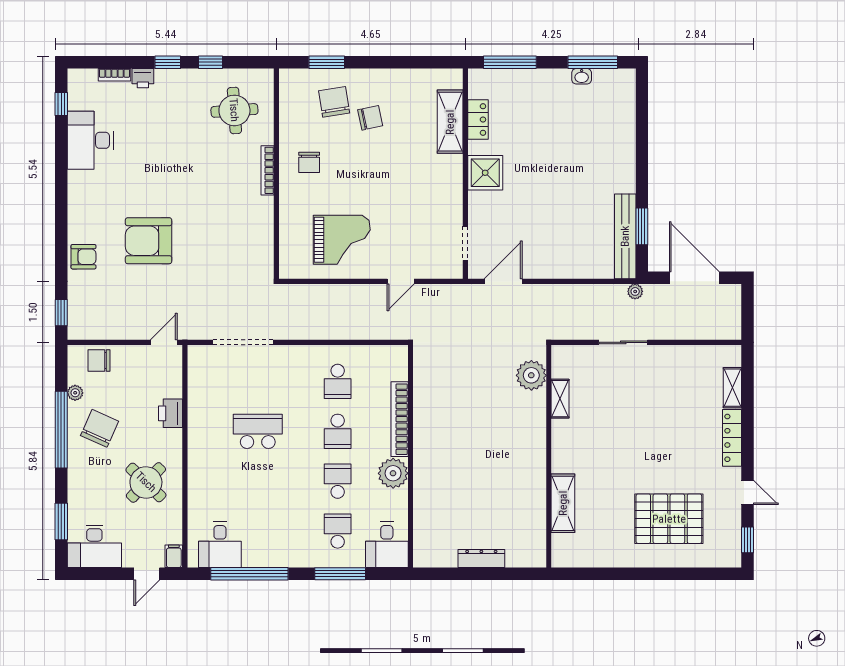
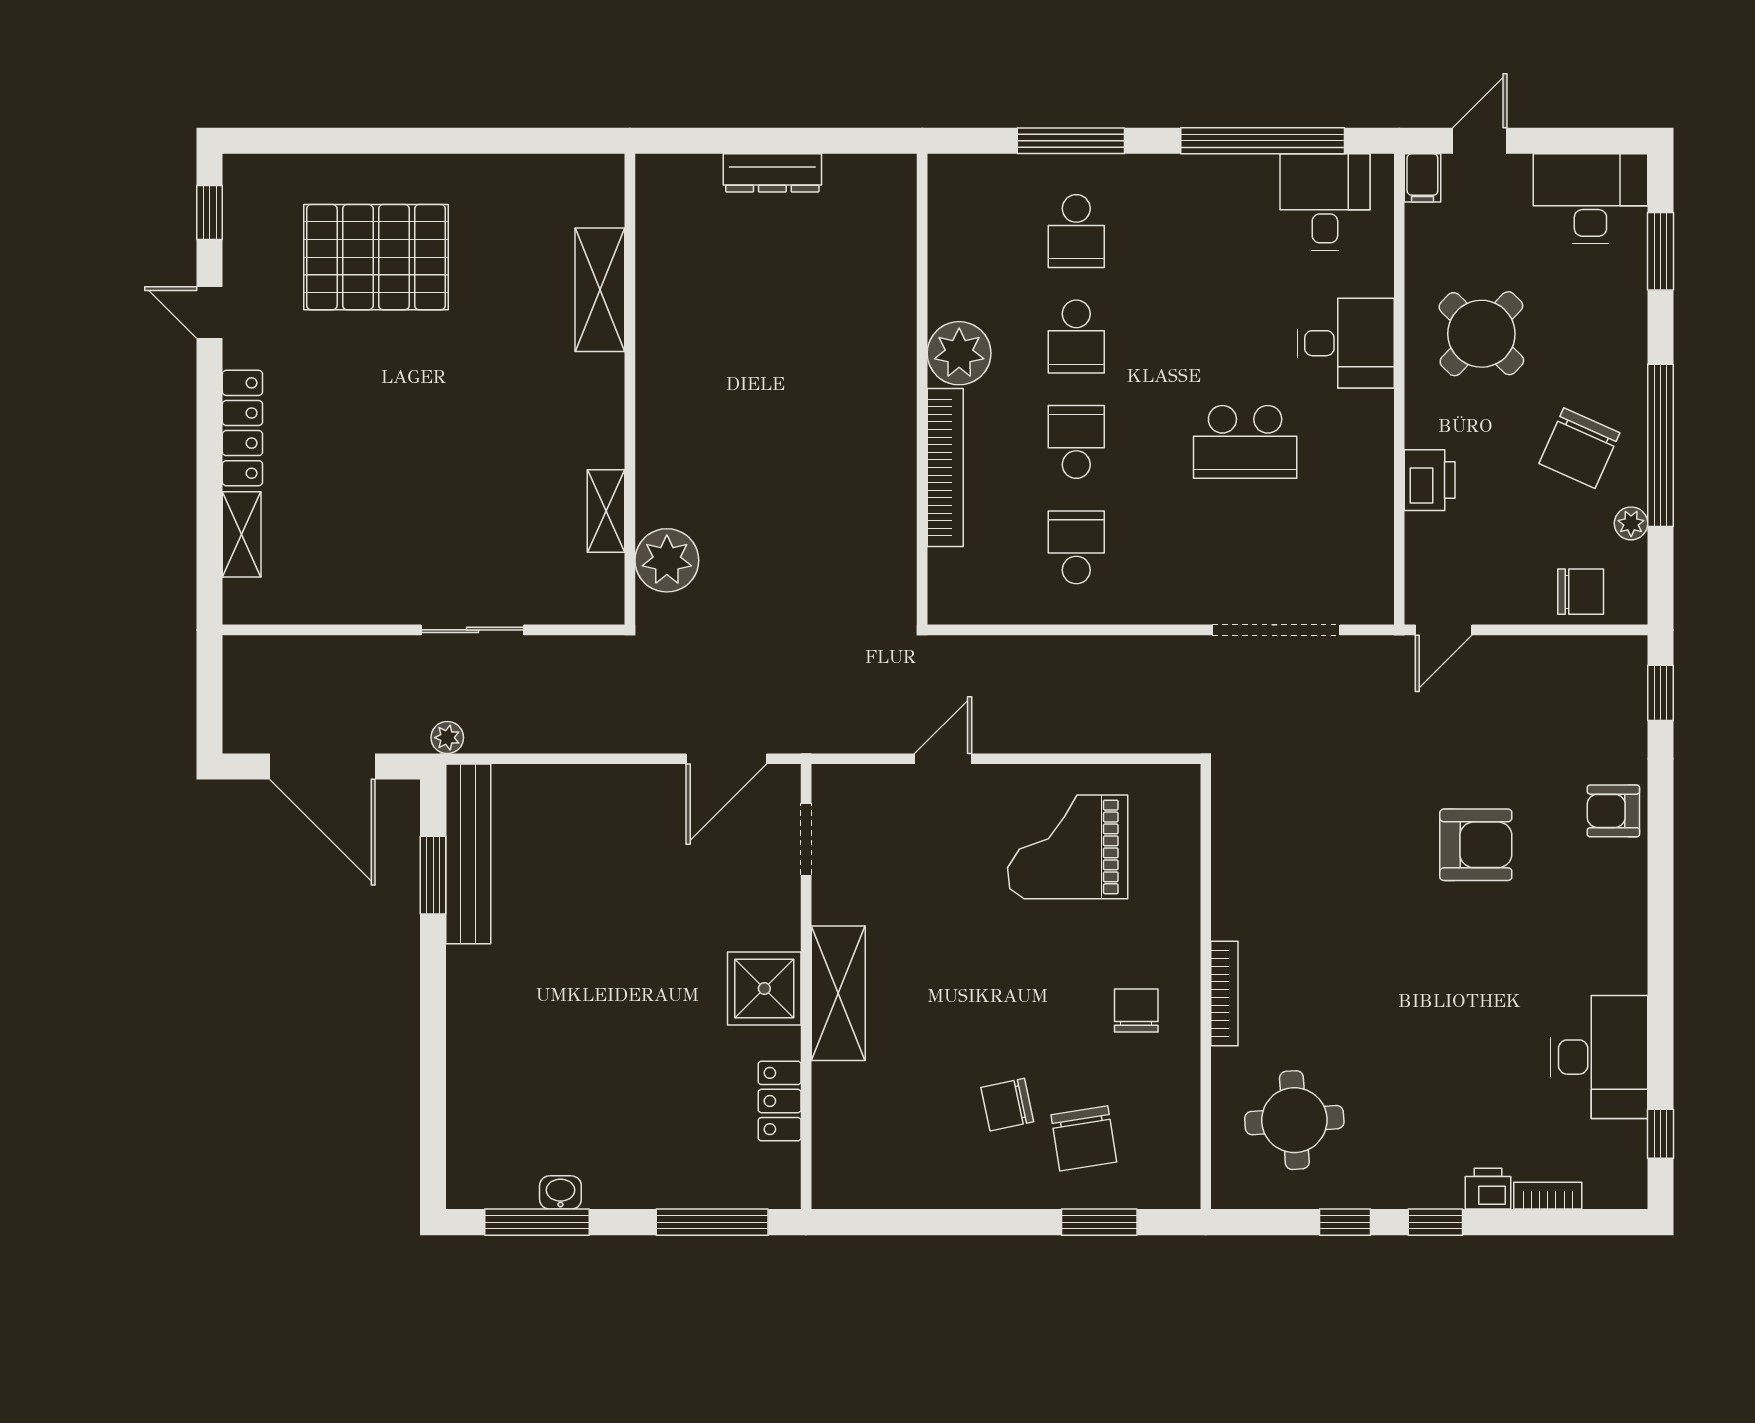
shelving: (450, 122) -> (838, 993), moved
armchair: (149, 241) -> (1476, 845), width x0.73, depth x0.73
desk: (387, 545) -> (1346, 343), moved, turned 90

